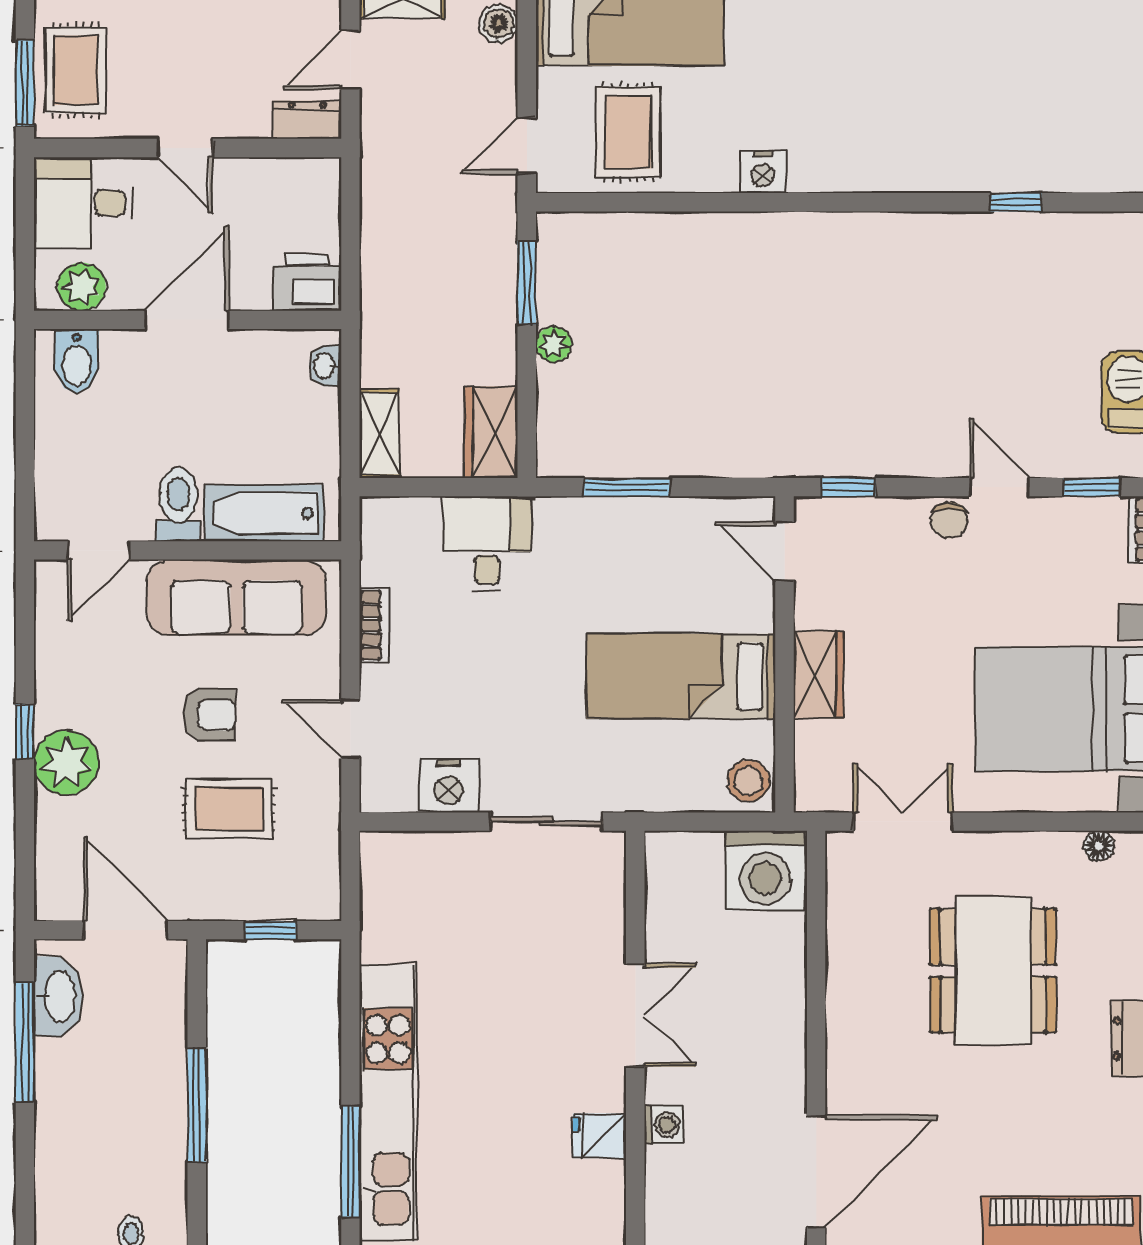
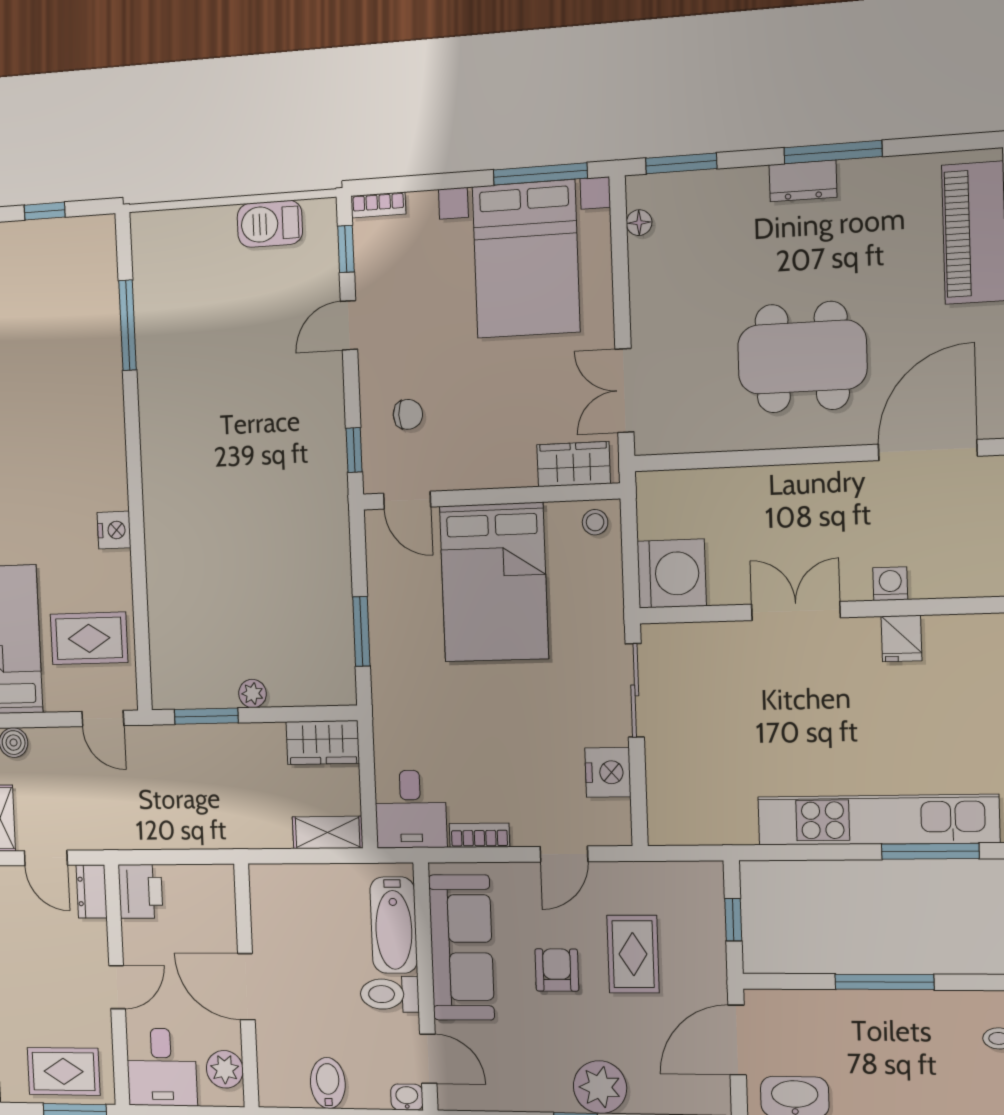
window: (1016, 202) -> (128, 325), width x2.17
printer: (307, 282) -> (141, 891), moved, turned 180
bidet: (77, 361) -> (328, 1083), moved, turned -90
washbasin: (325, 366) -> (407, 1097), moved, turned 180
chair: (949, 520) -> (408, 414), moved
desk: (487, 544) -> (411, 809), moved, turned -90
door: (784, 551) -> (407, 500), hinge flipped
wardrobe: (819, 675) -> (574, 464), moved
bed: (681, 676) -> (494, 582), width x1.50
stool: (749, 781) -> (595, 522), width x0.73, depth x0.73
washing machine: (765, 871) -> (672, 574), moved
dining table: (993, 971) -> (802, 357), moved
door: (816, 1172) -> (928, 450), hinge flipped

